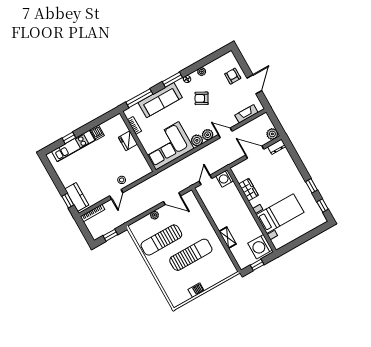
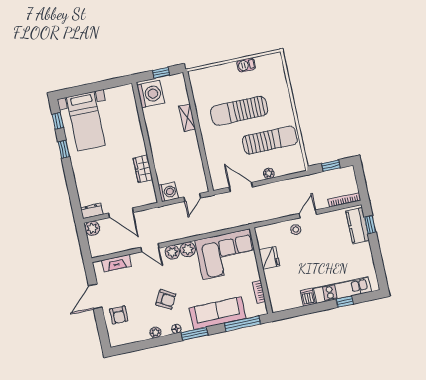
fridge: (128, 141) -> (269, 258), moved
bed with nightstands: (280, 214) -> (86, 121), moved, turned -90

